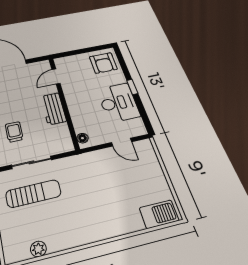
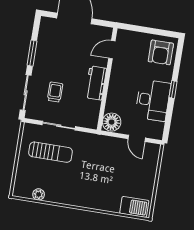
floor lamp: (82, 138) -> (112, 122), width x1.89, depth x1.89

